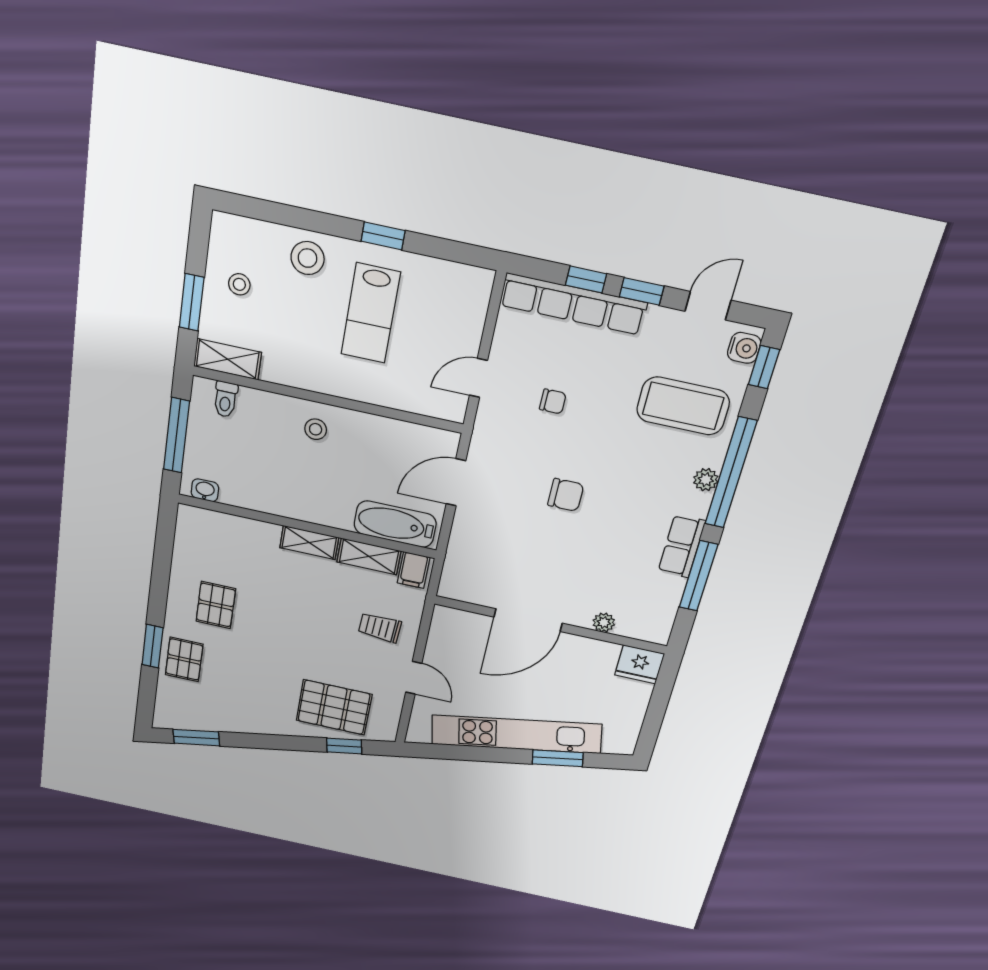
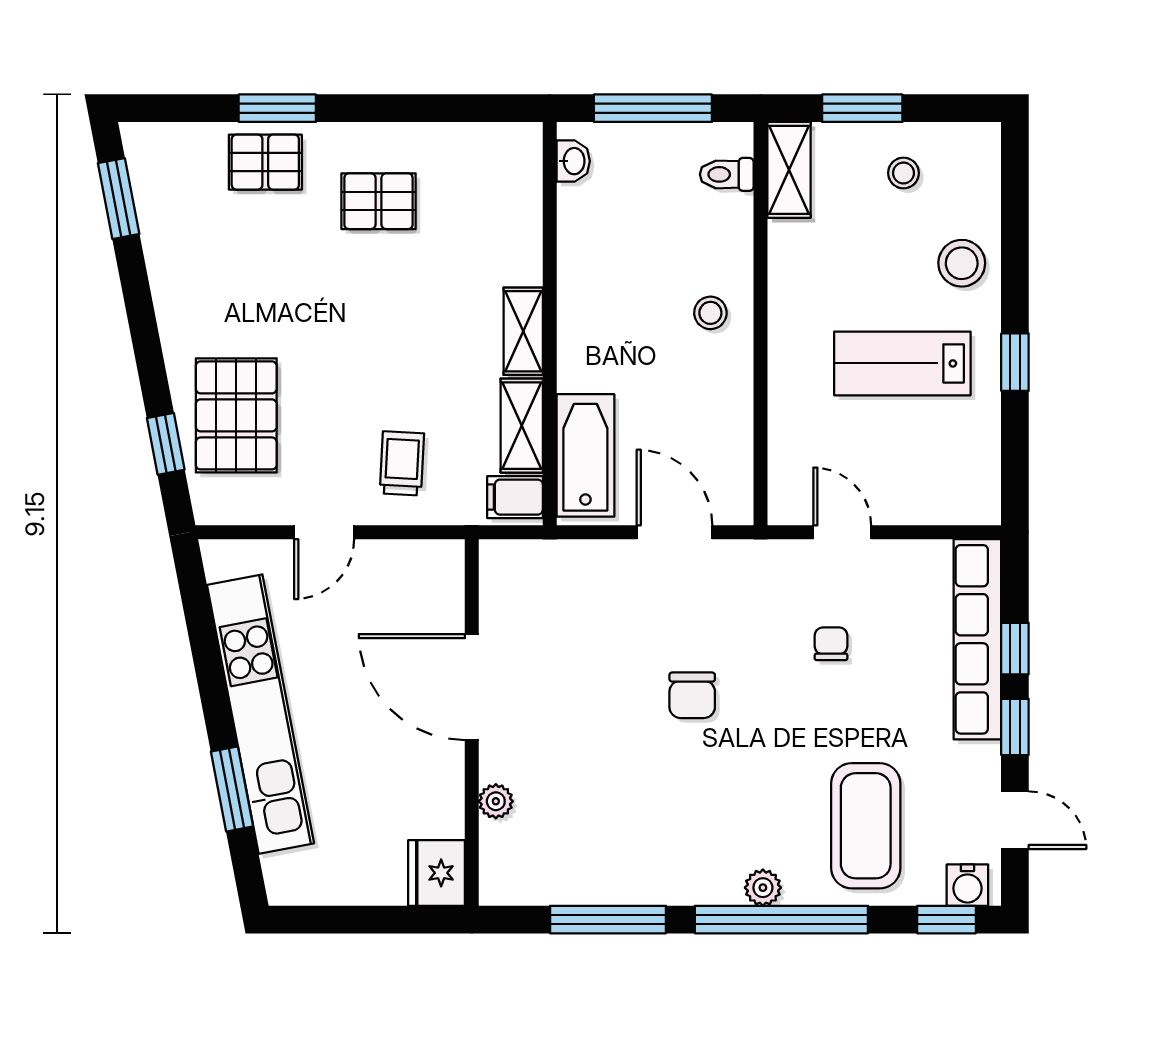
chair: (553, 401) -> (831, 644), turned 180
row of seats: (682, 546) -> (650, 882), removed

